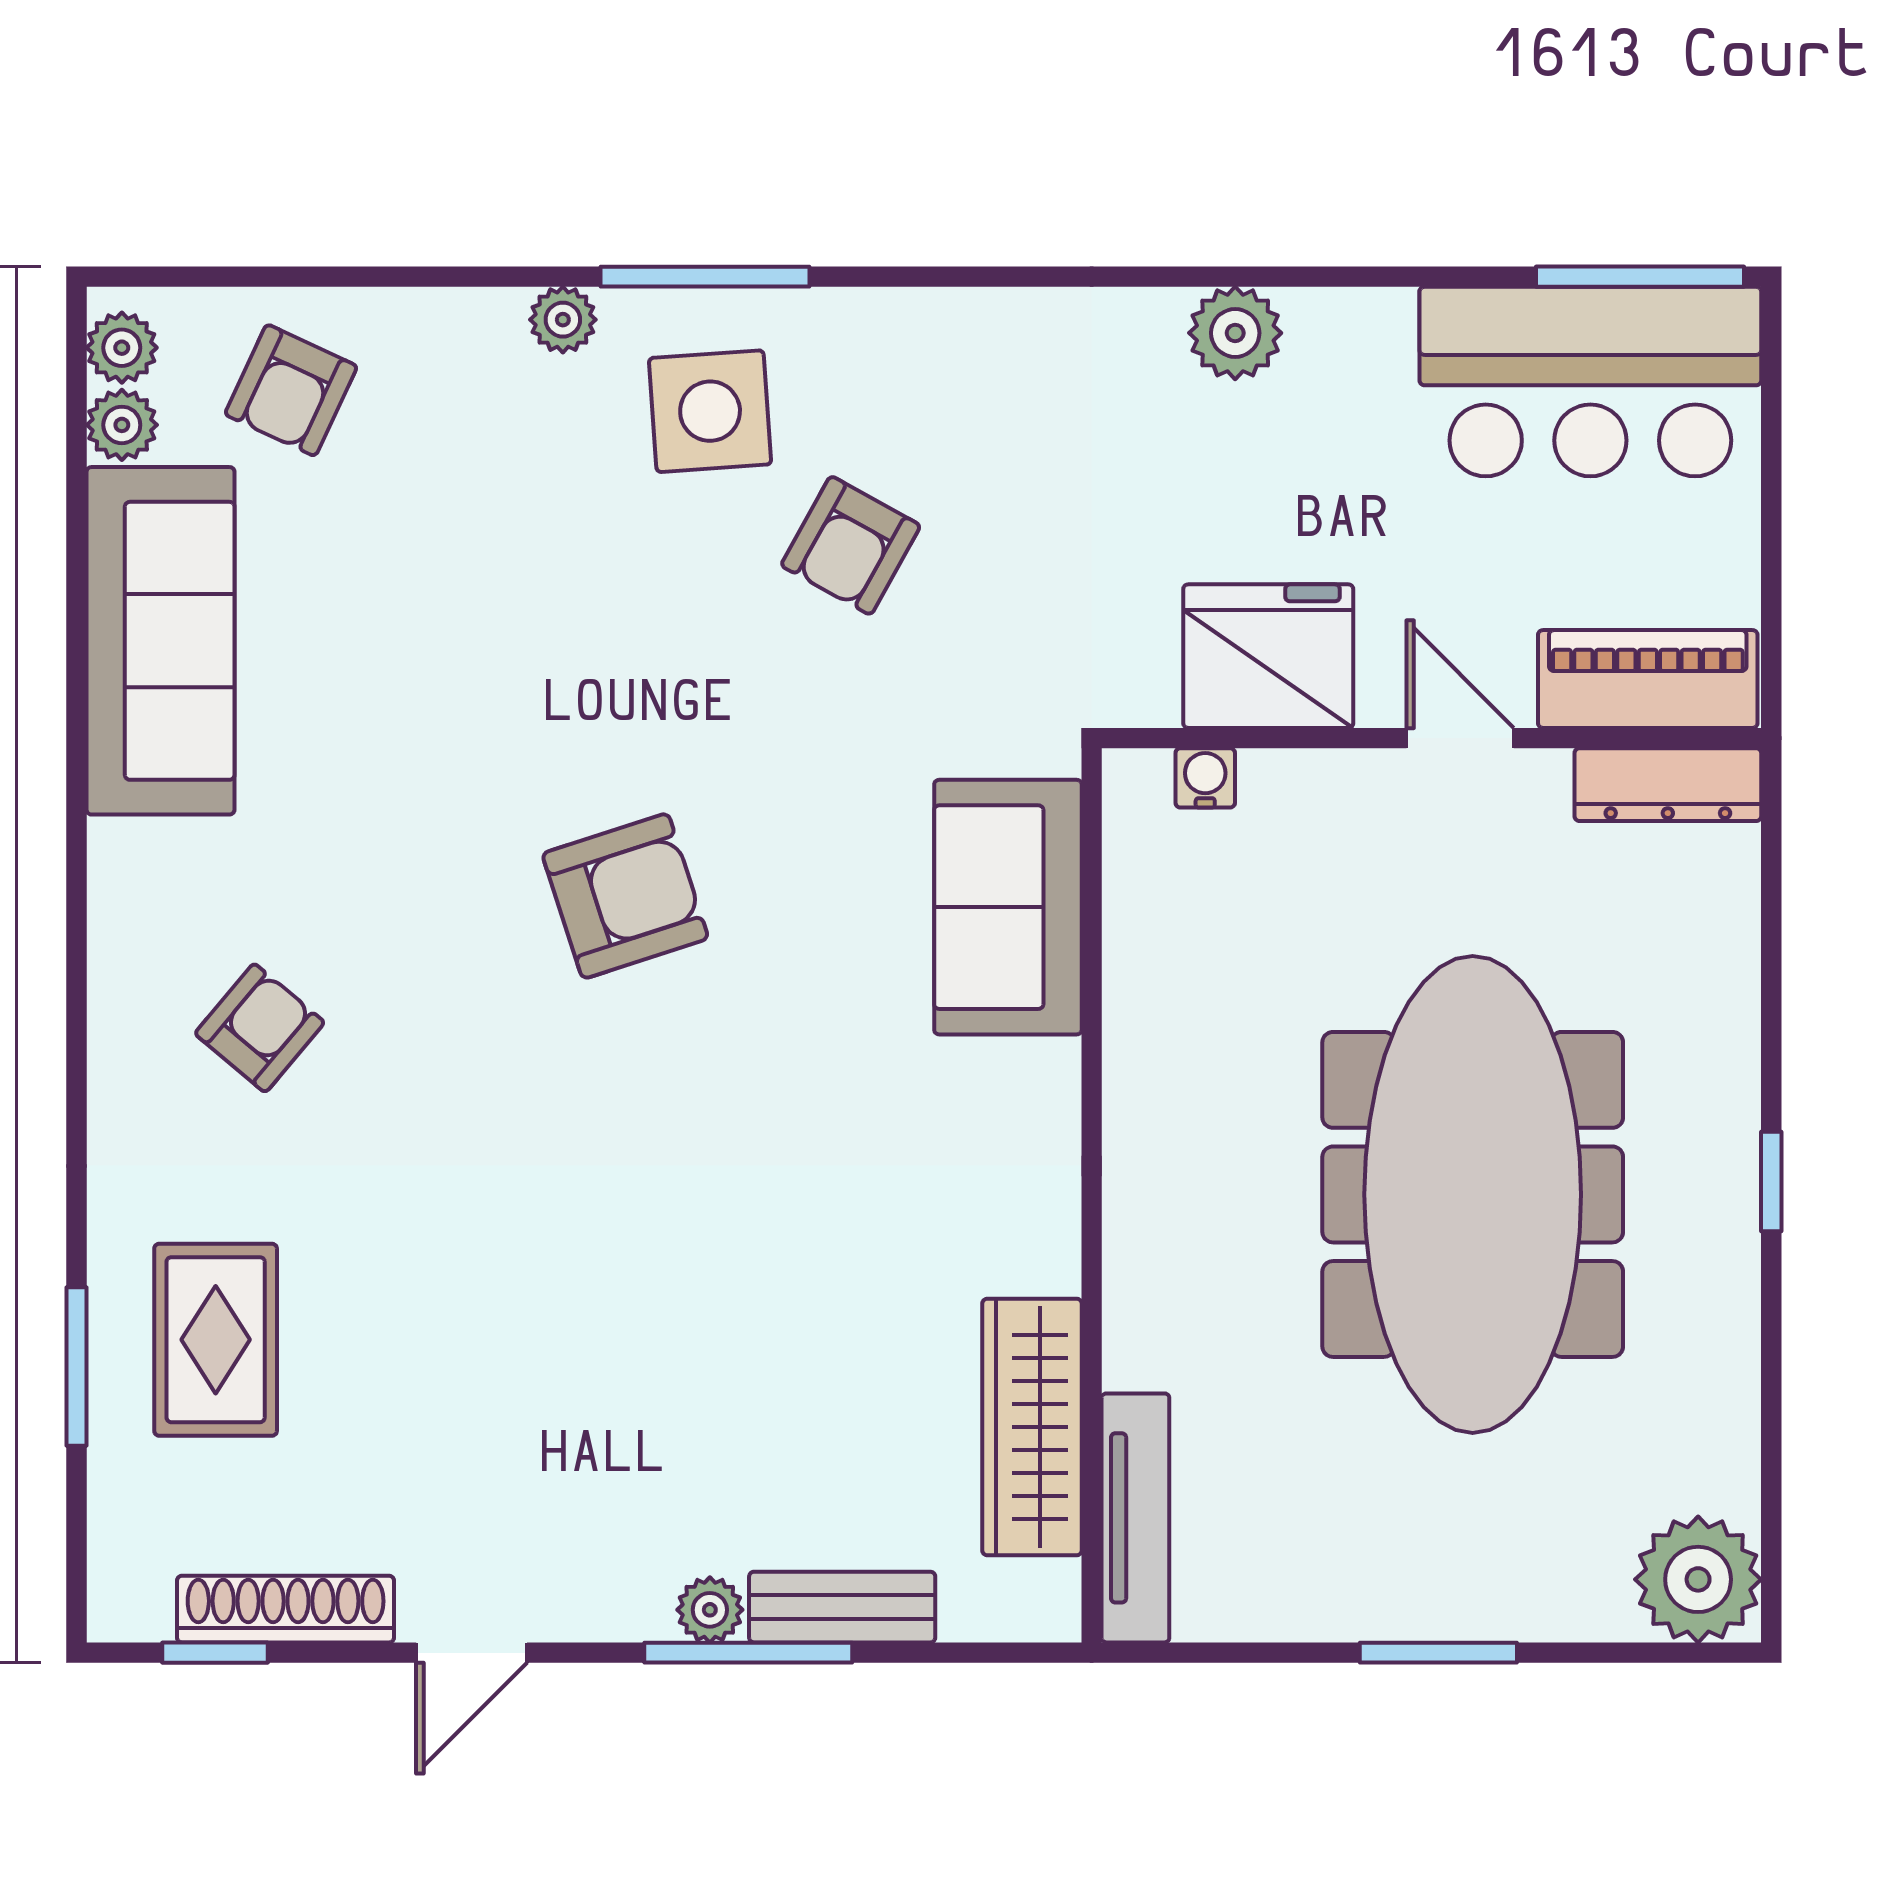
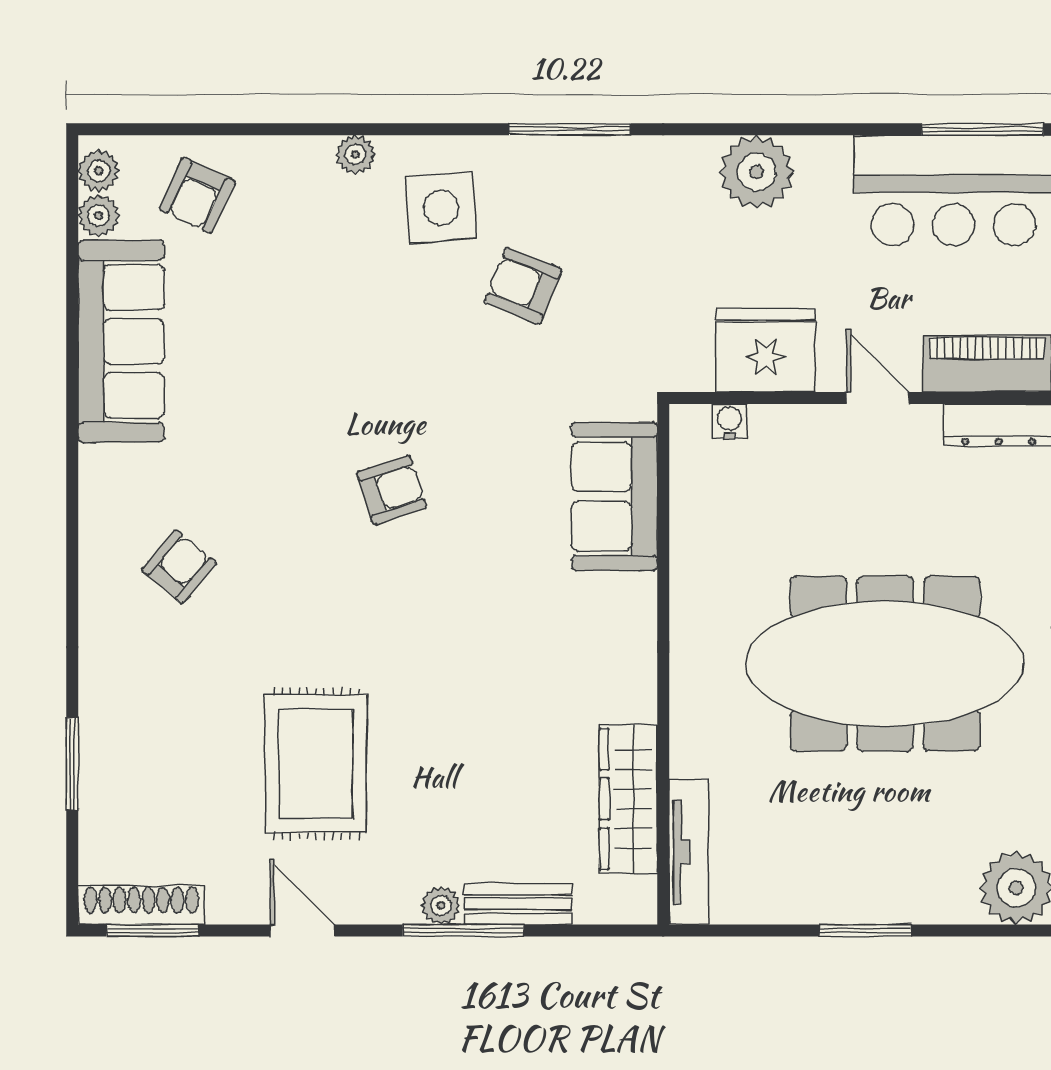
window: (705, 277) -> (570, 129), moved
plant: (1235, 333) -> (757, 172), width x1.36, depth x1.36
armchair: (851, 545) -> (523, 286), turned 83
armchair: (625, 896) -> (392, 490), width x0.72, depth x0.72
meeting table: (1473, 1194) -> (885, 664), turned 90
rug: (216, 1340) -> (316, 764), moved, width x1.36, depth x1.43
shoe rack: (286, 1609) -> (141, 905), moved
window: (215, 1653) -> (153, 930), width x1.50
door: (472, 1653) -> (302, 930), swing flipped

